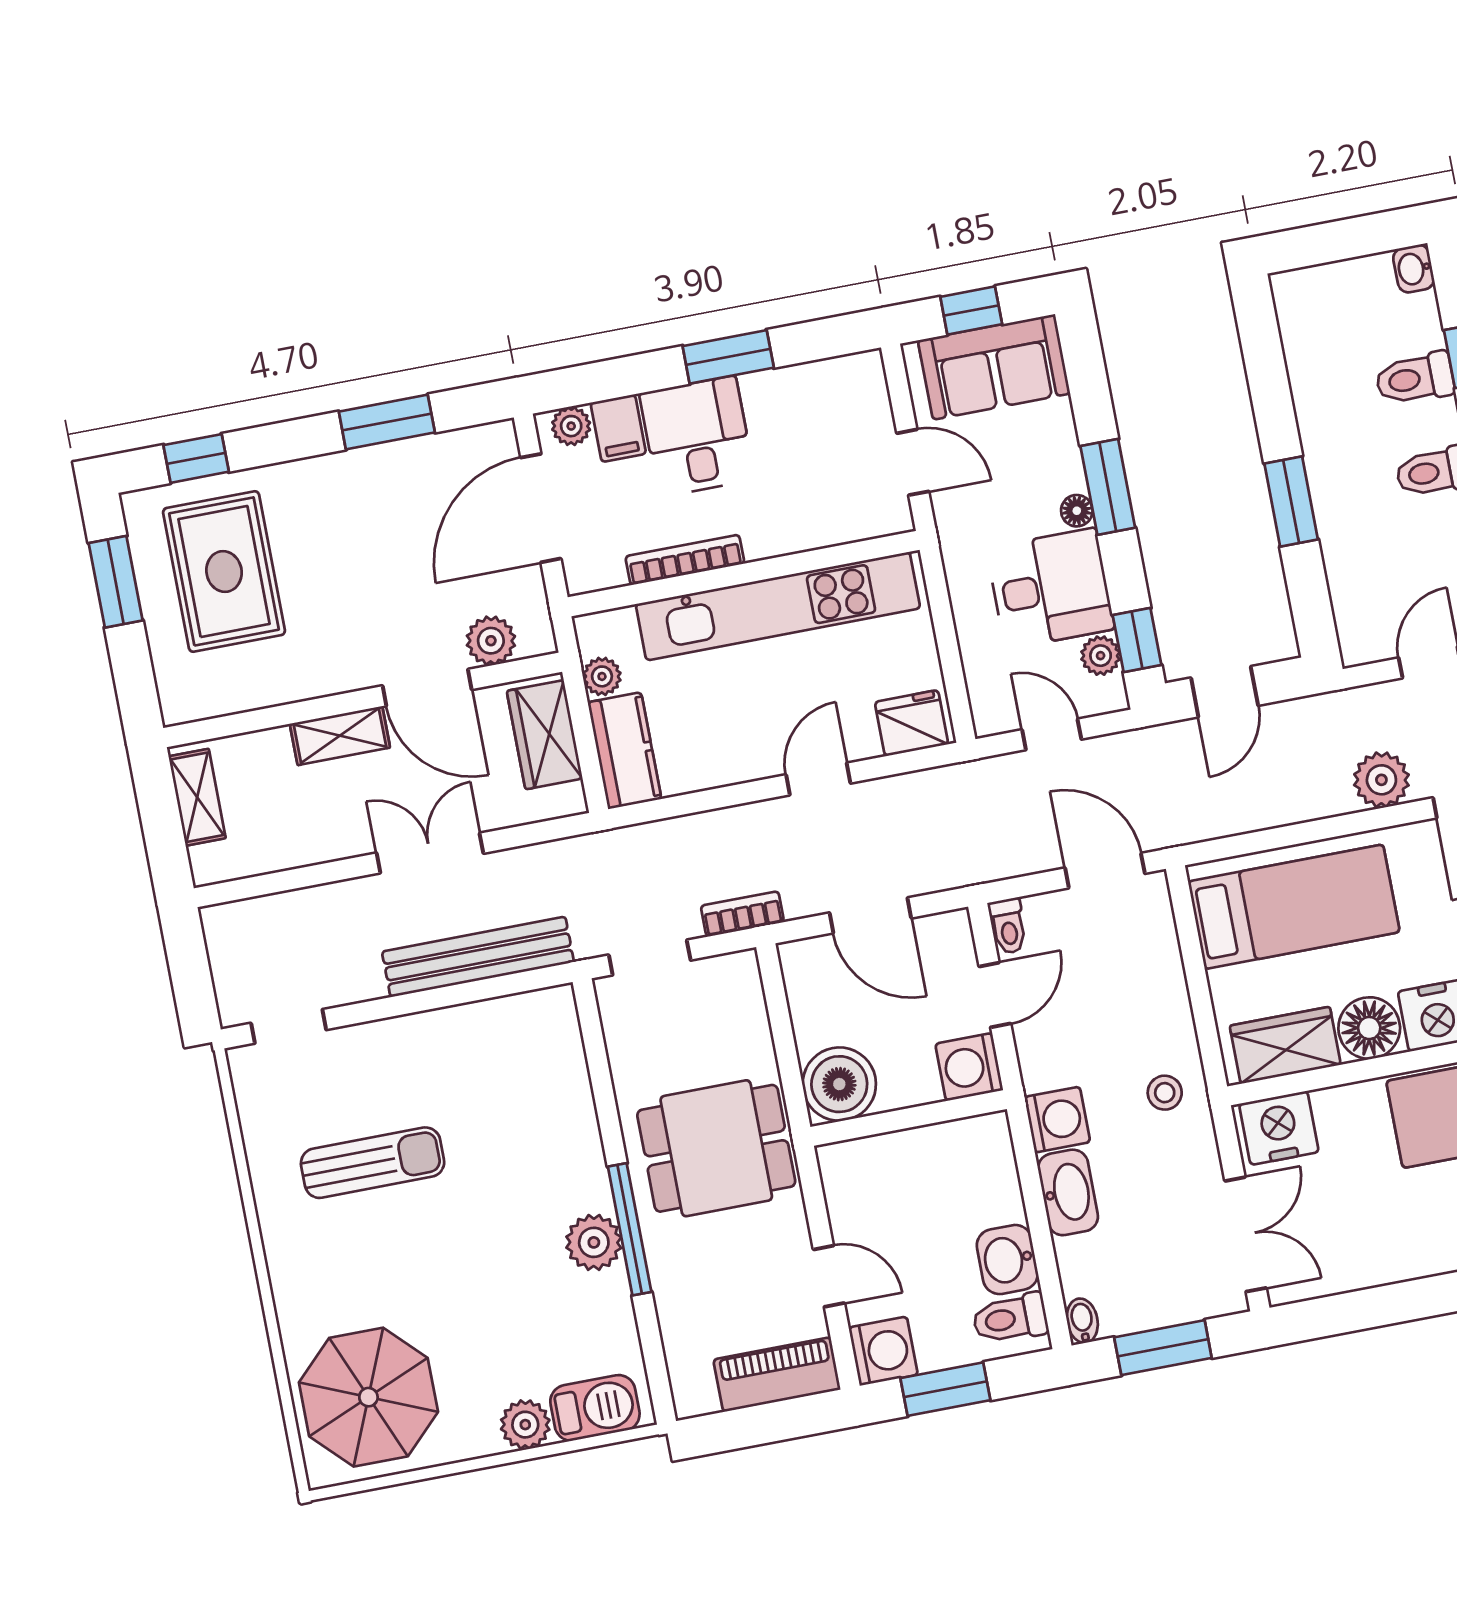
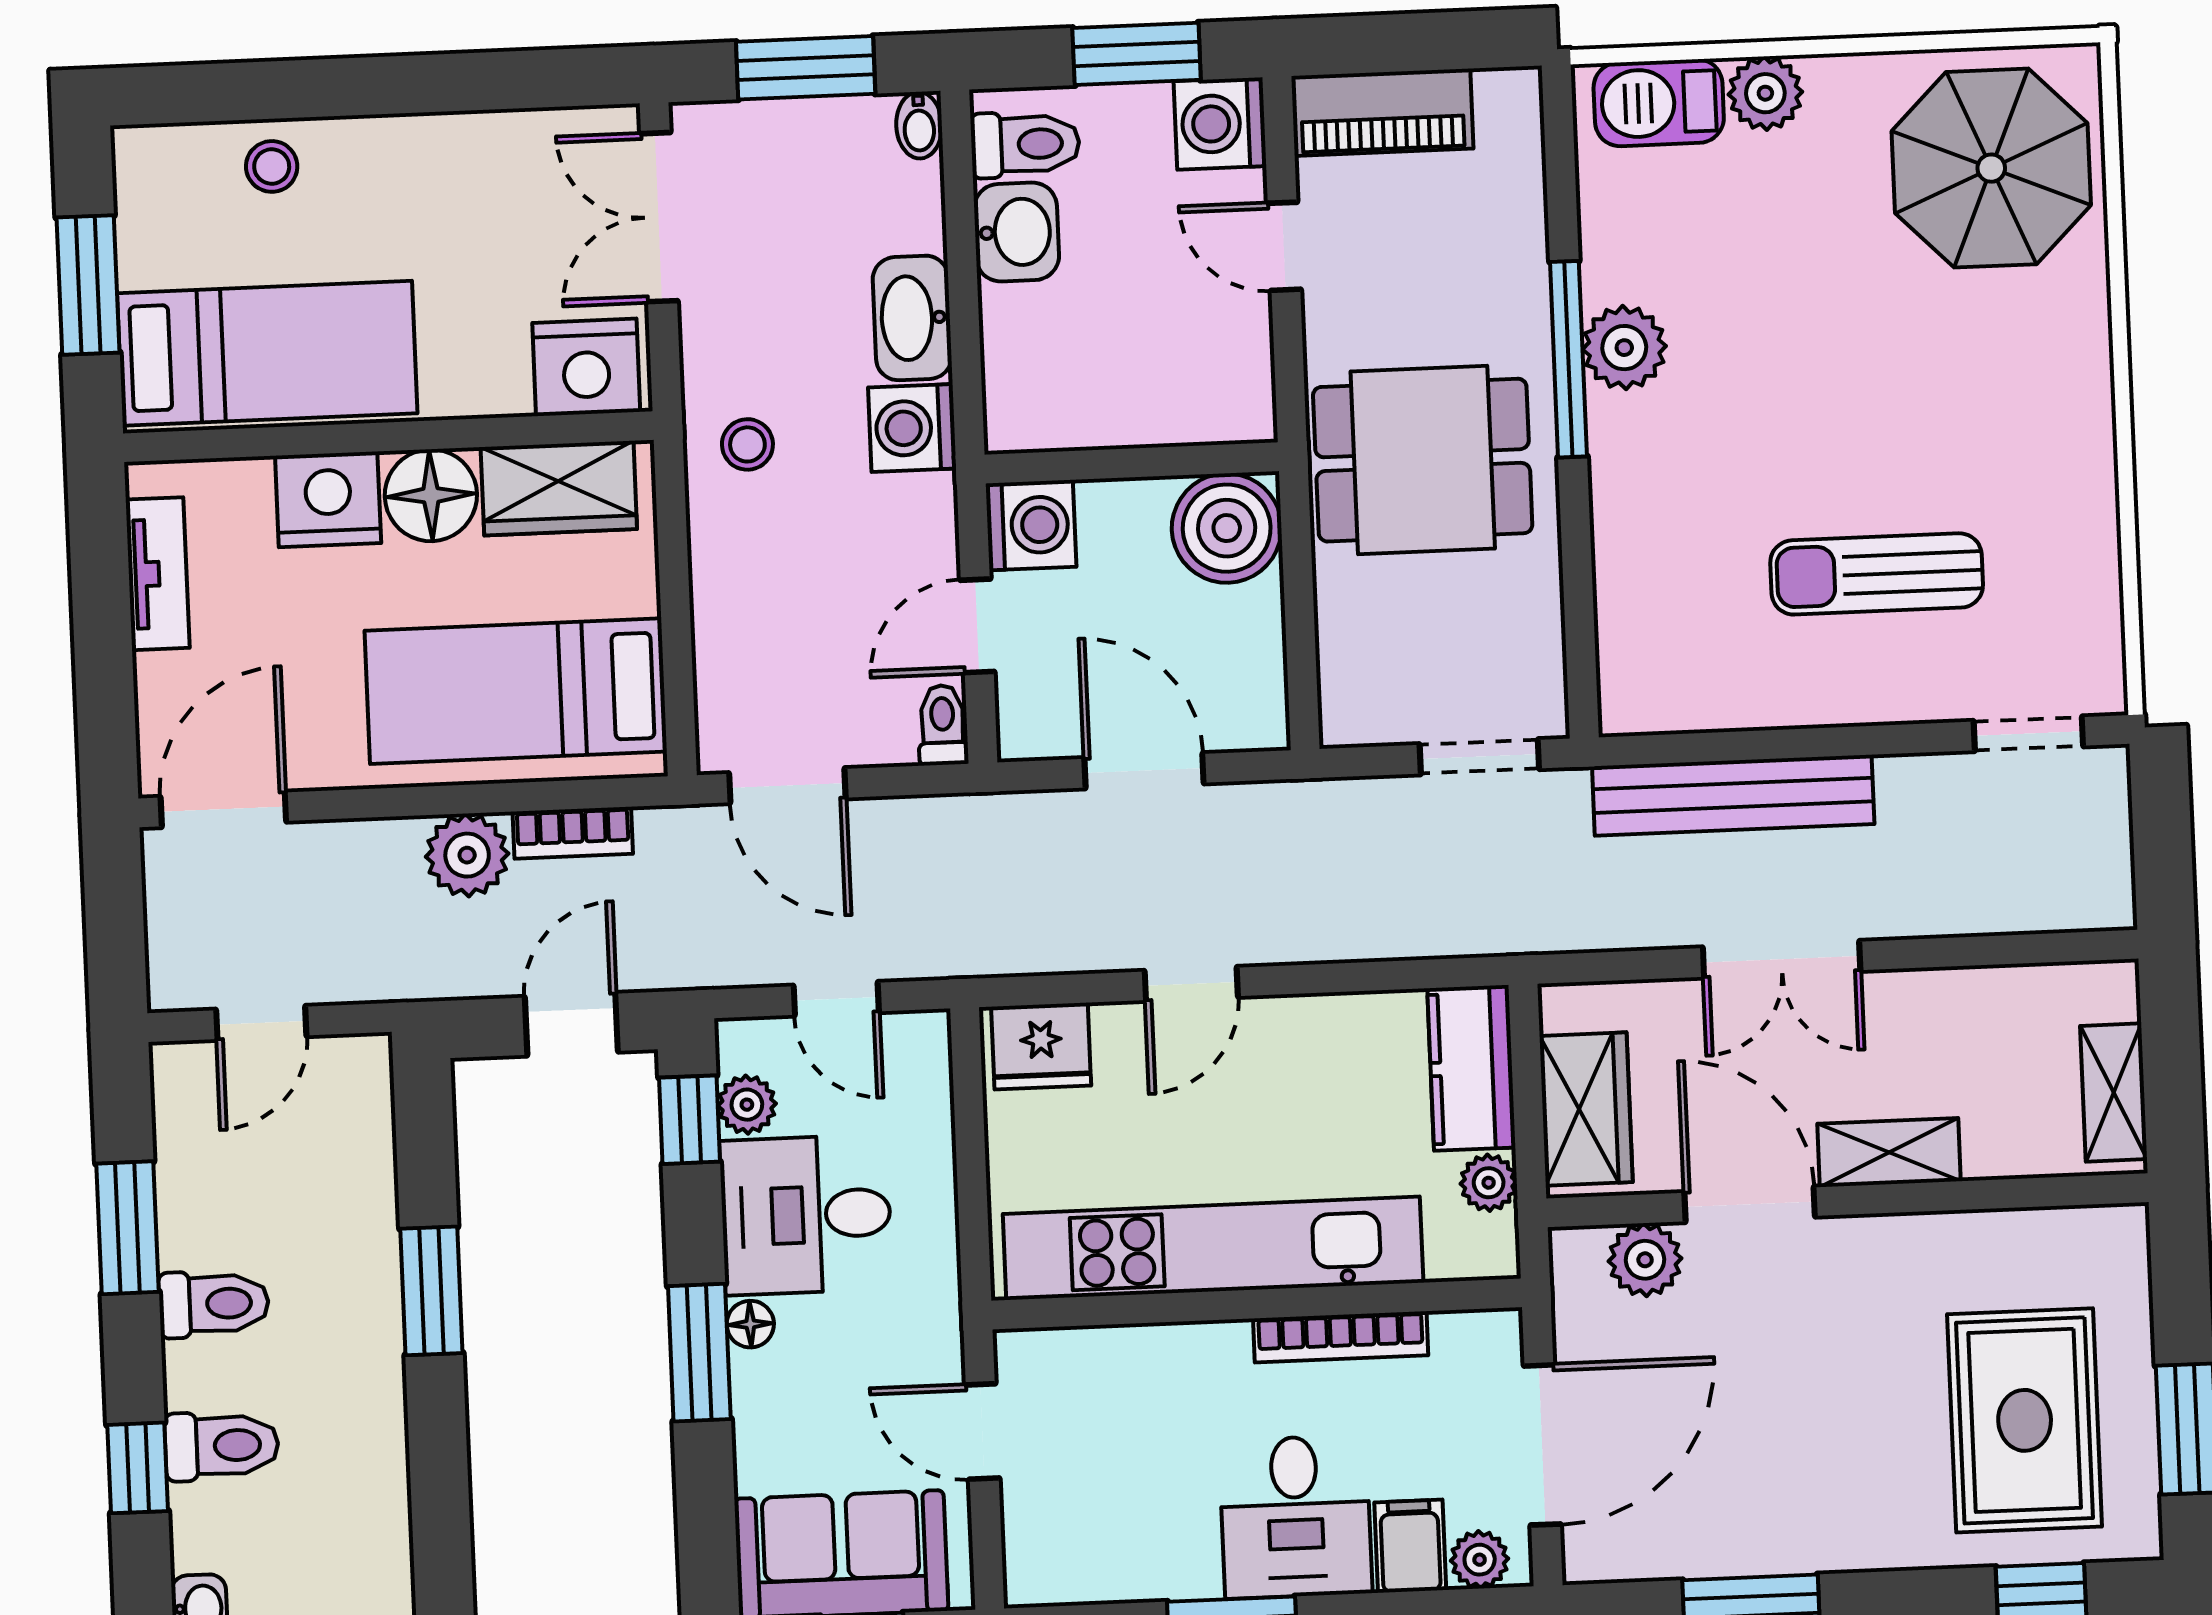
plant: (1381, 780) -> (467, 855), moved
bookcase: (742, 914) -> (573, 833), moved
sun lounger: (373, 1163) -> (1877, 574), moved

